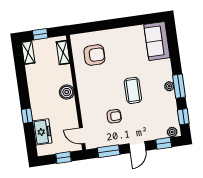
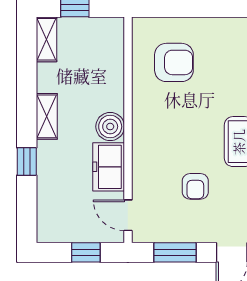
shelving: (63, 53) -> (47, 116), moved
armchair: (114, 116) -> (195, 186), turned 90
freezer: (42, 132) -> (109, 167), moved, turned 180

